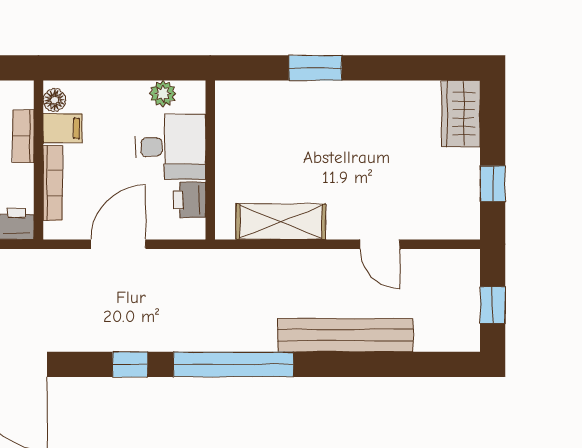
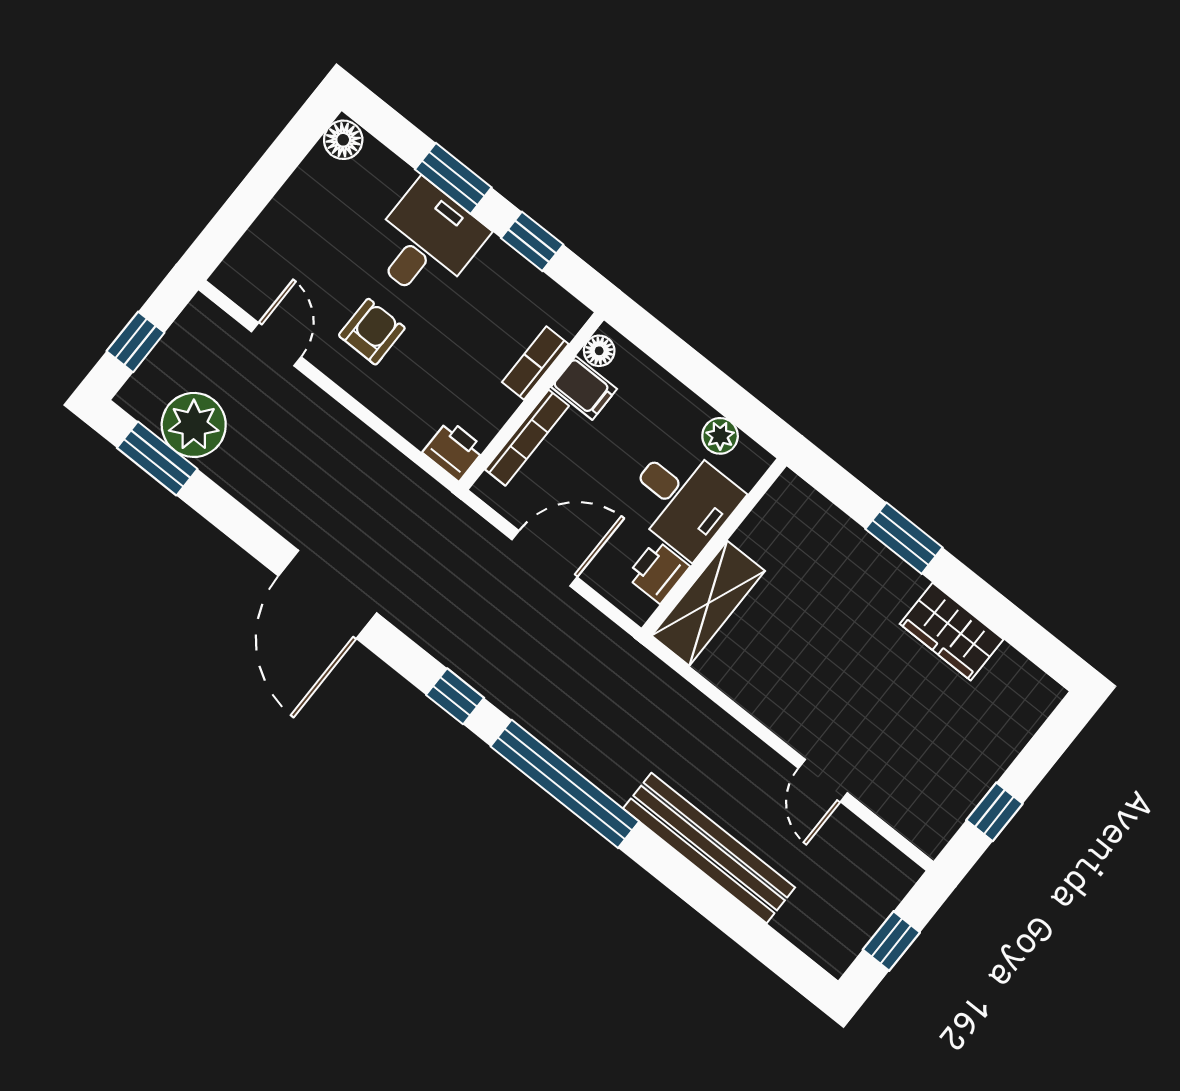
wardrobe: (461, 114) -> (952, 632), moved, turned -90
shelving: (281, 222) -> (708, 603), moved, turned 90

